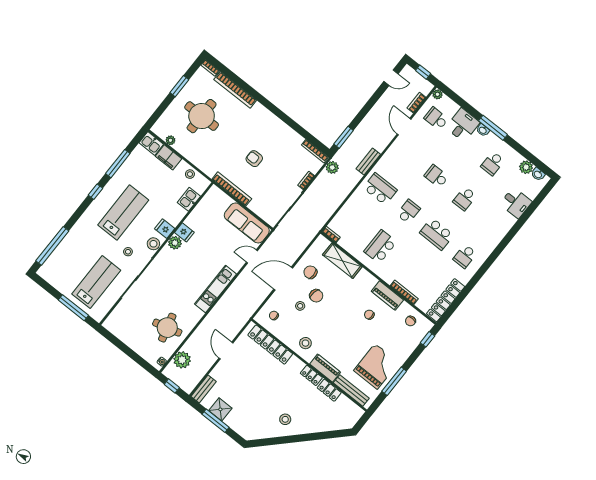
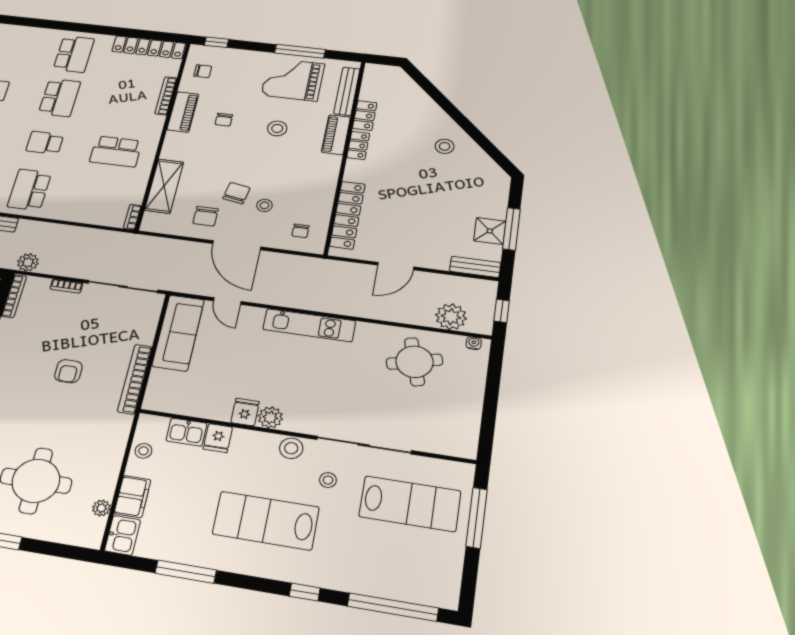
window: (95, 192) -> (305, 592), moved
fridge: (165, 229) -> (218, 438), moved
school desk: (465, 256) -> (74, 54), width x1.85
lab bench: (96, 282) -> (410, 504), turned 180
stool: (305, 343) -> (277, 128), moved

